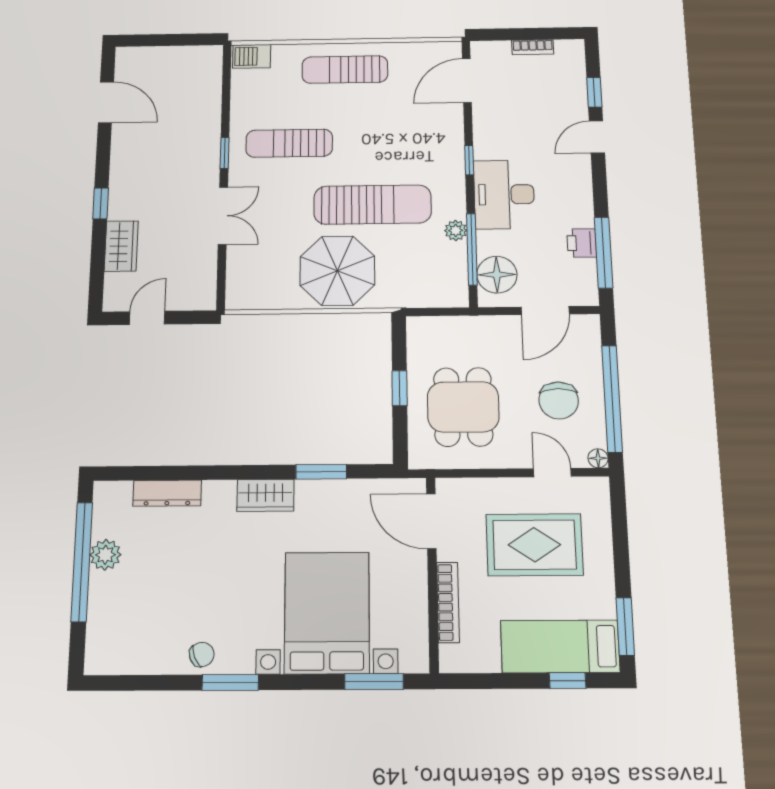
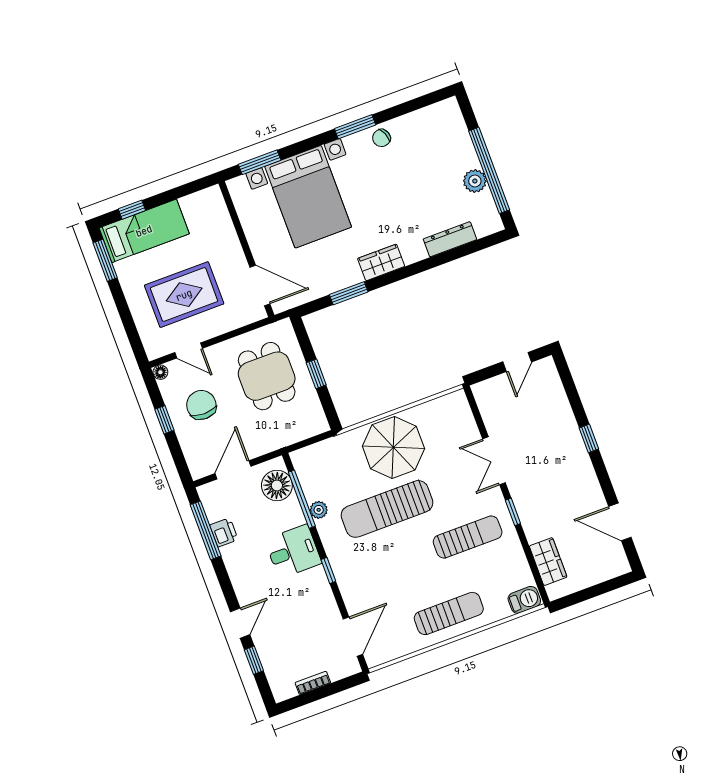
desk: (504, 194) -> (293, 551), width x0.73
wardrobe: (121, 246) -> (548, 562), moved, turned 180
window: (612, 399) -> (164, 420), width x0.32
bookcase: (448, 602) -> (229, 233), removed

